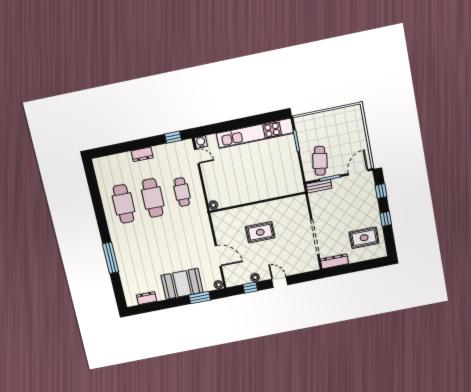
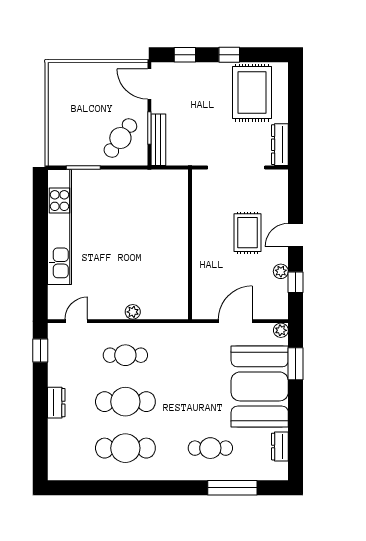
water cooler: (201, 142) -> (56, 311), removed
cafe table: (320, 161) -> (120, 138), turned -63
bench: (319, 186) -> (158, 140), width x1.36
wall: (257, 202) -> (190, 244), moved
plant: (213, 205) -> (133, 312), moved
rug: (260, 232) -> (247, 233), moved
rug: (364, 238) -> (252, 93), width x1.36, depth x1.43
cafe table: (136, 256) -> (210, 448), added
window: (110, 258) -> (232, 488), moved
booth: (182, 284) -> (260, 386), width x1.36, depth x1.42

